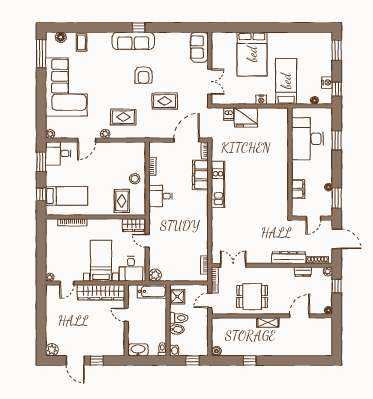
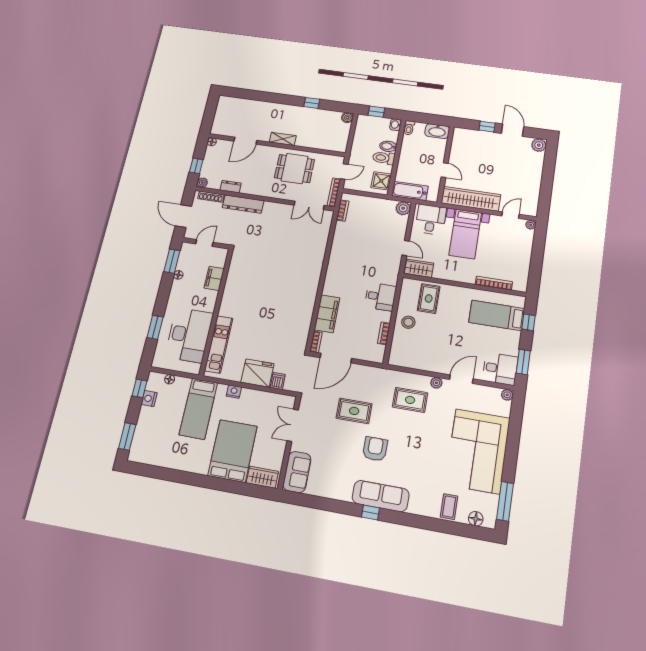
wardrobe: (225, 38) -> (262, 477), added
kitchen unit: (218, 184) -> (219, 344), moved, turned 180

